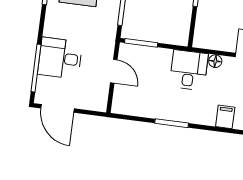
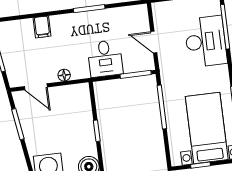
desk: (60, 58) -> (206, 41), width x1.37
desk: (189, 70) -> (105, 58), moved

